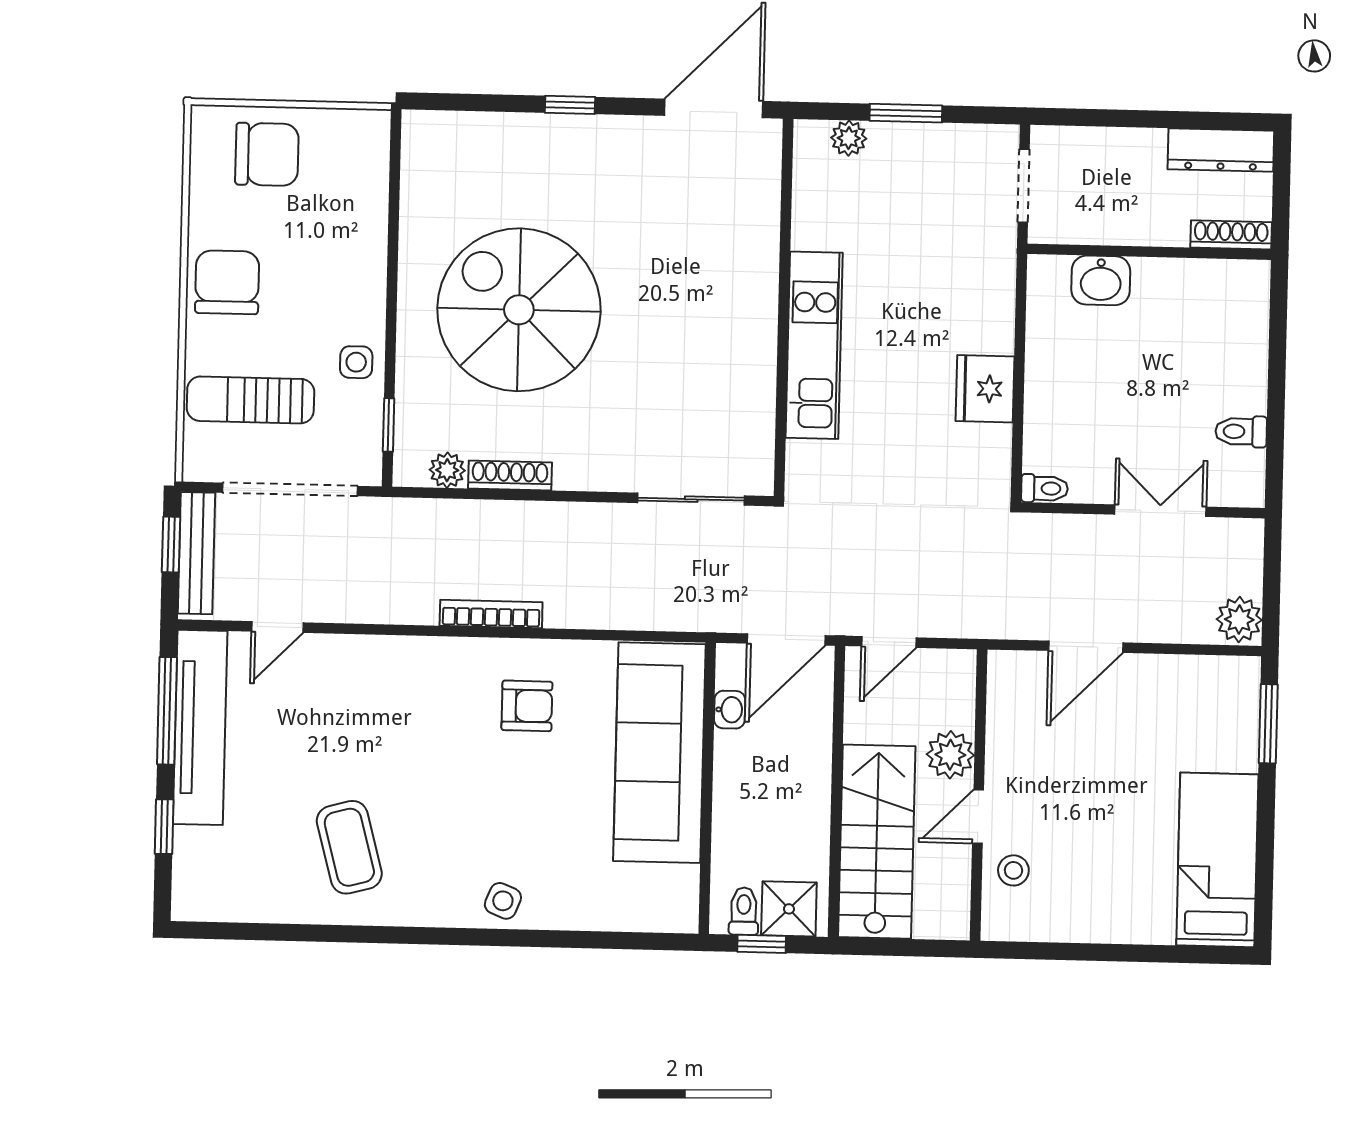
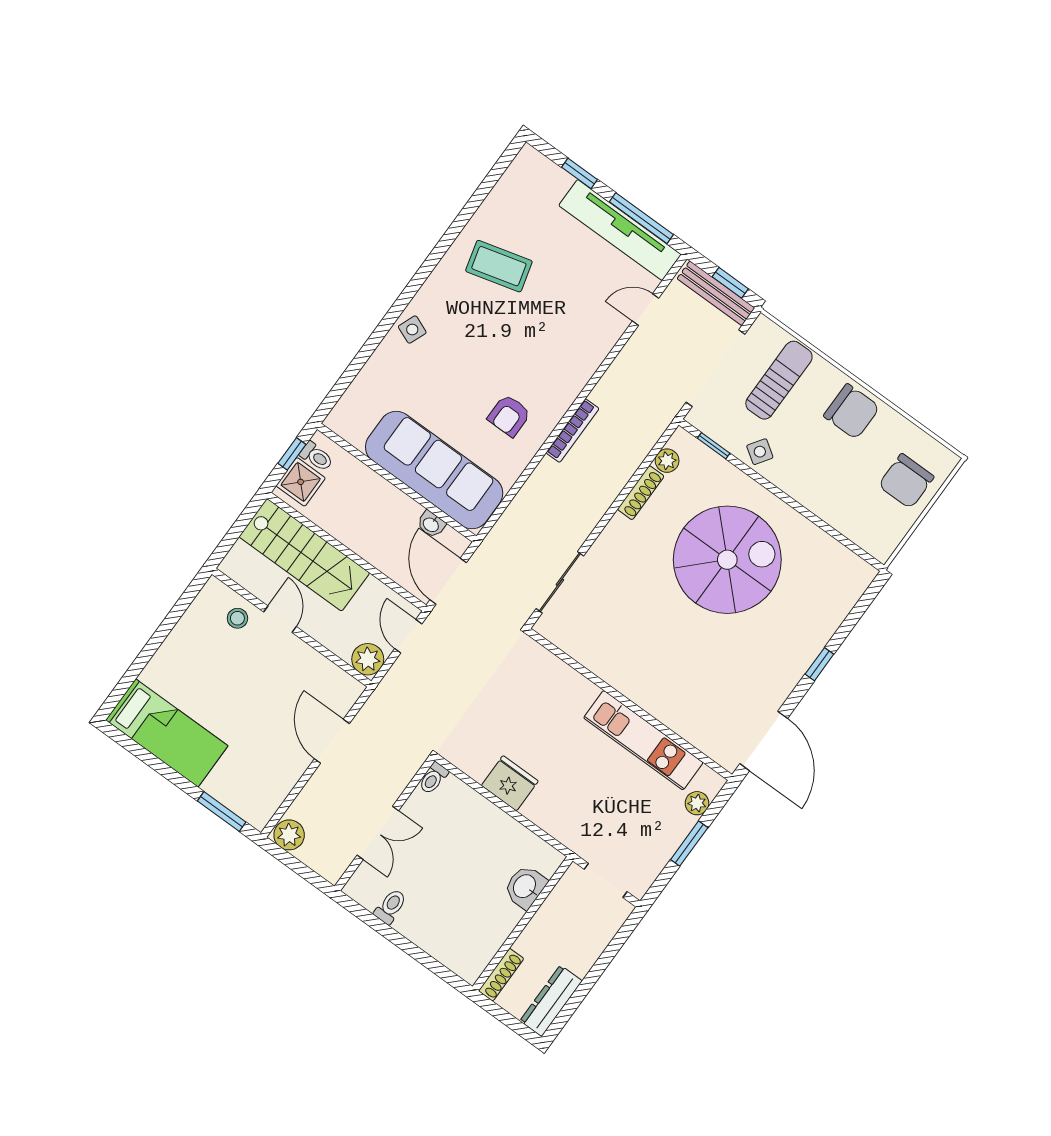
kitchen unit: (814, 345) -> (643, 740), moved
side table: (356, 362) -> (760, 452), turned 34
door: (277, 627) -> (646, 310), hinge flipped
plant: (950, 755) -> (368, 659), moved

